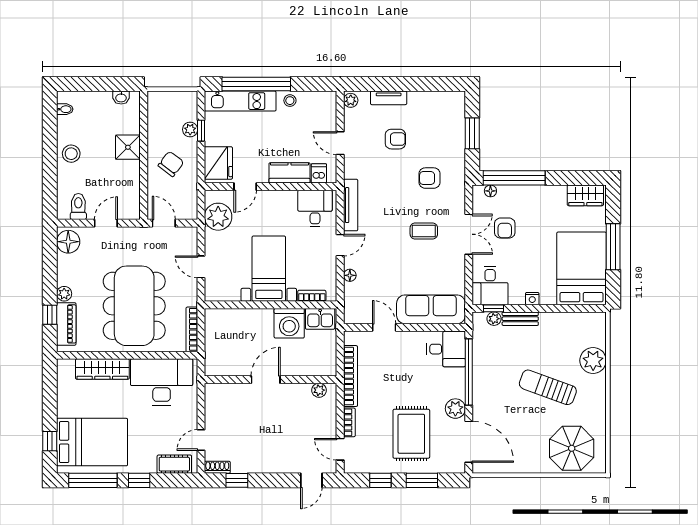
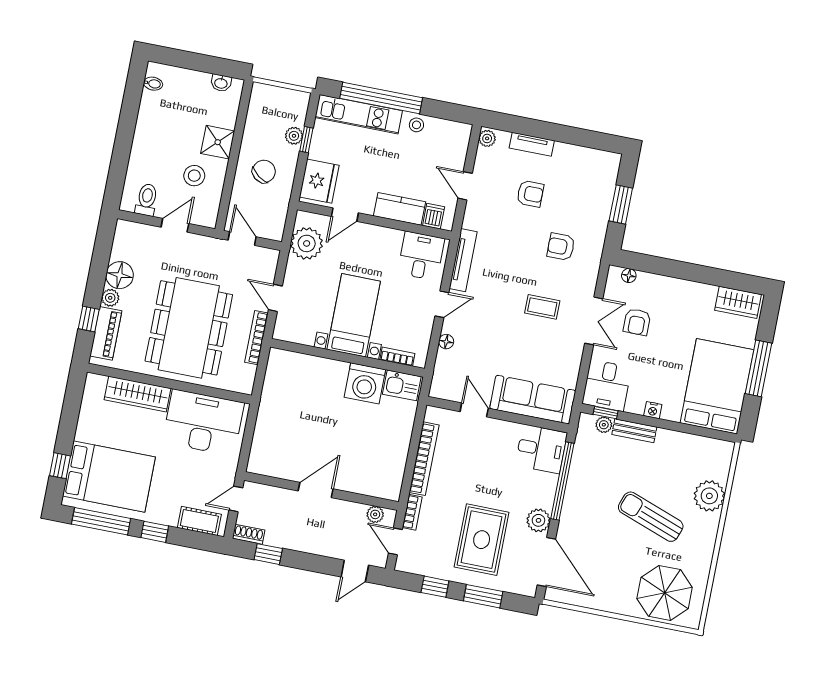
stool: (71, 154) -> (194, 176), moved
window: (514, 178) -> (659, 266), removed
floor lamp: (68, 242) -> (120, 275), moved
bookcase: (192, 329) -> (256, 338), moved
door: (266, 380) -> (316, 490), moved
wall: (271, 380) -> (321, 491), moved
plant: (319, 390) -> (375, 514), moved

